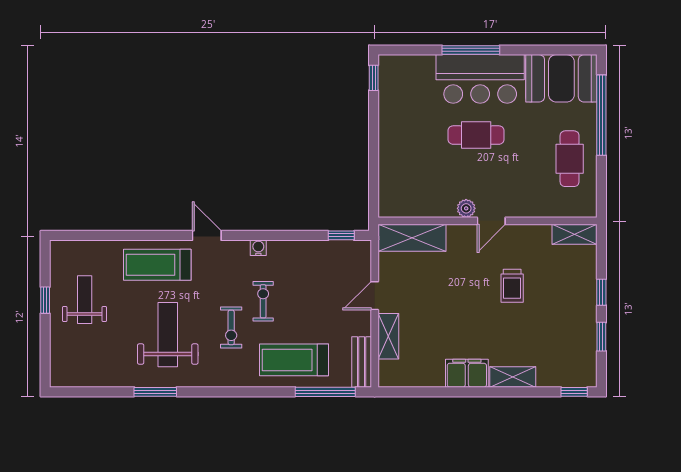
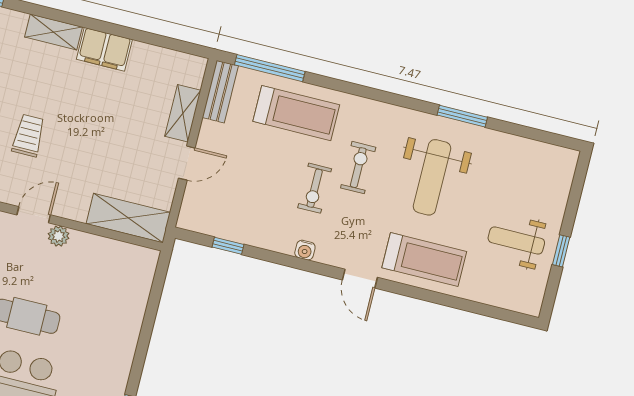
window: (341, 235) -> (228, 246), moved
weight bench: (85, 300) -> (516, 240), turned 90

